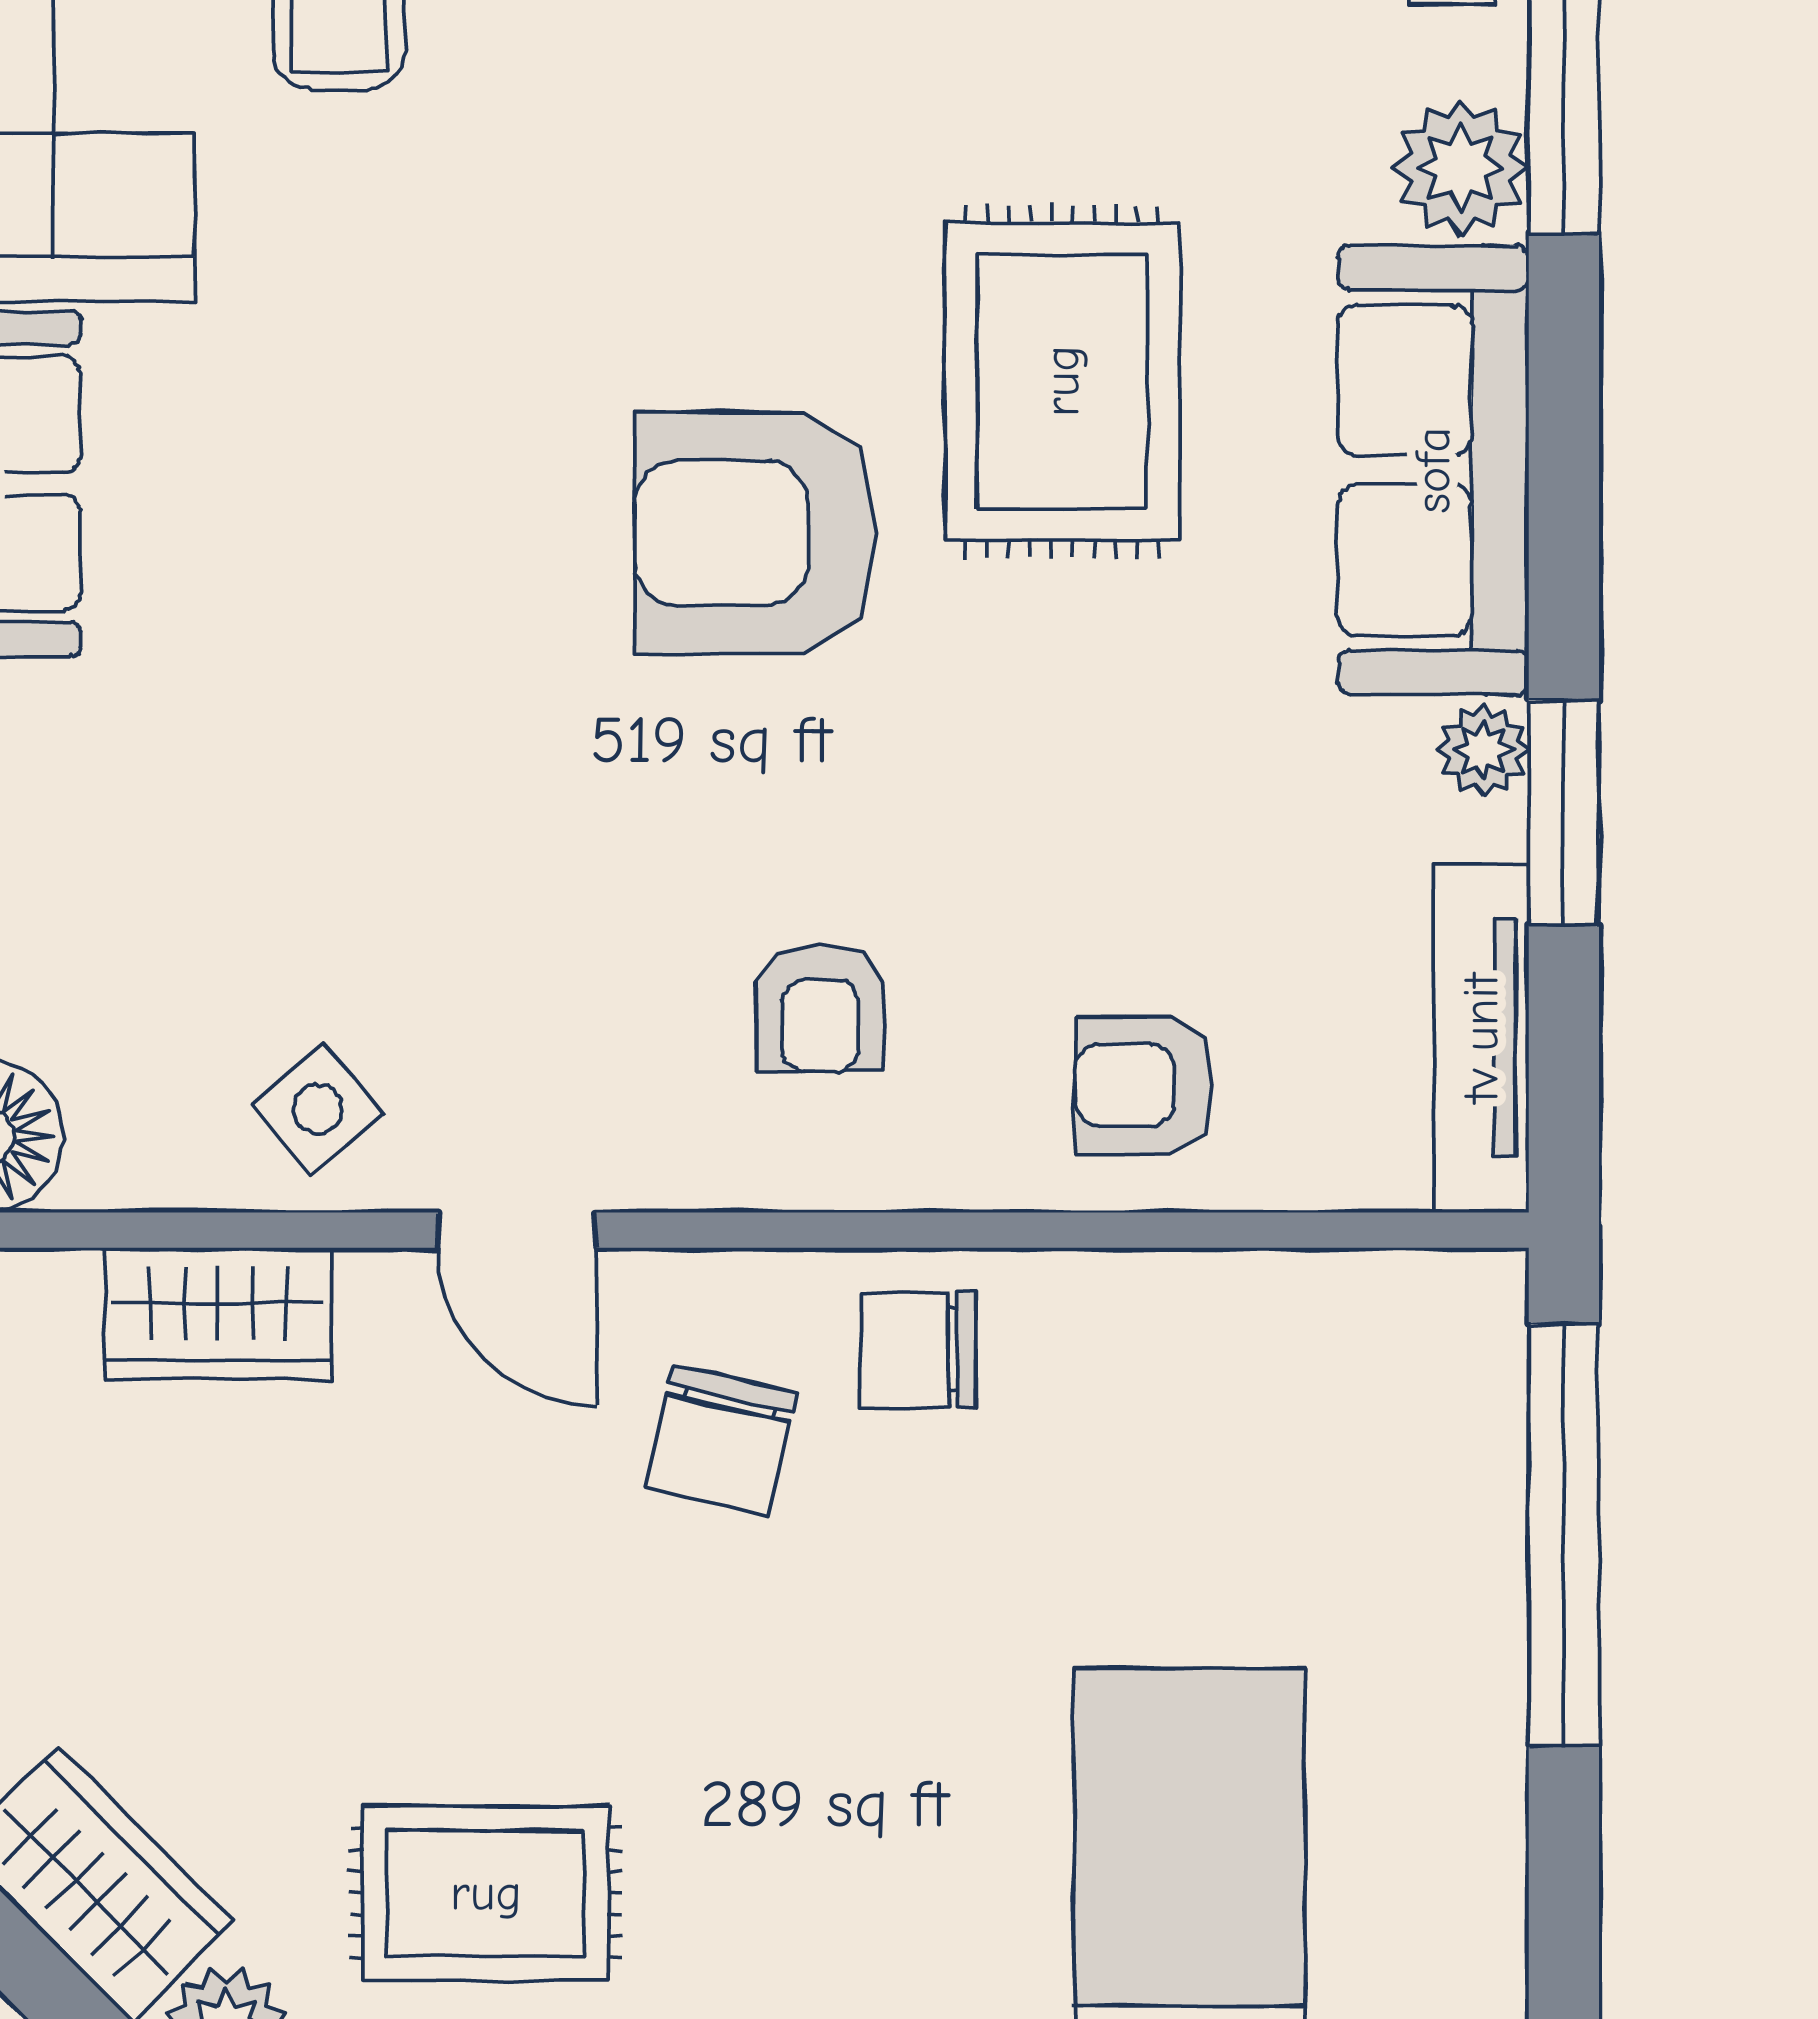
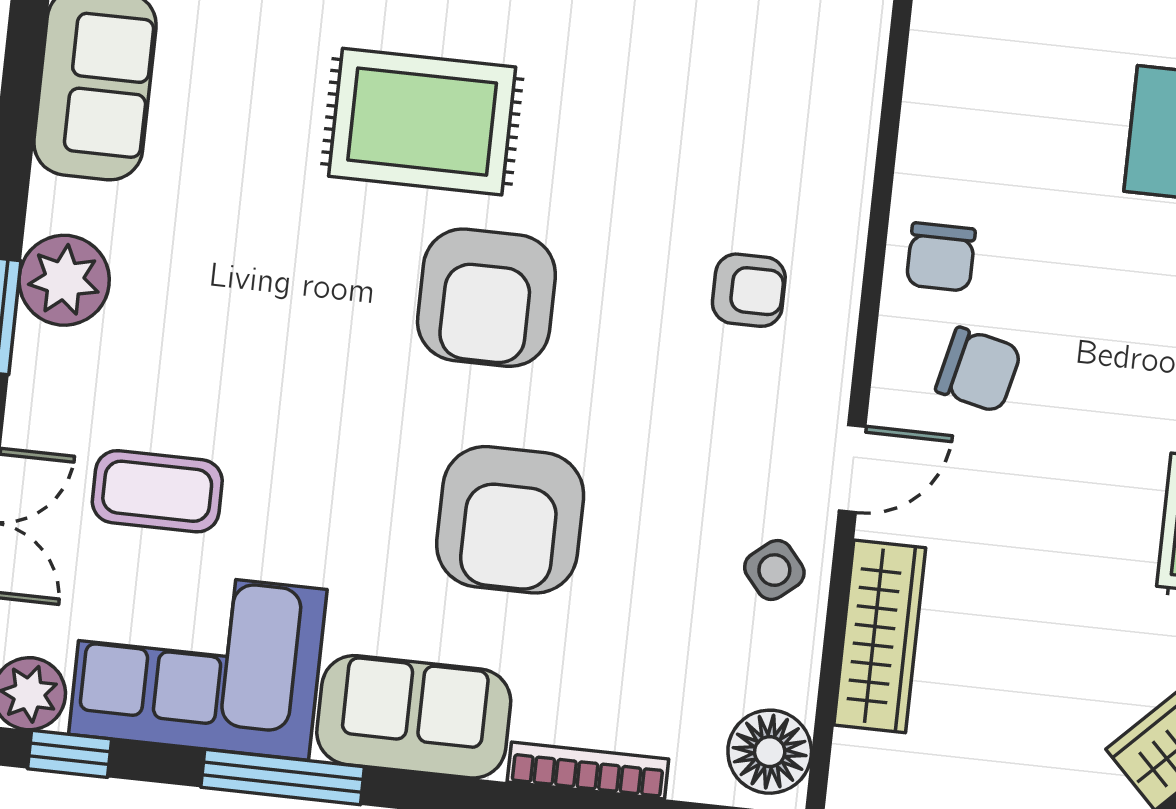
armchair: (1144, 1085) -> (510, 520), moved, width x1.88, depth x1.88
wardrobe: (218, 1313) -> (880, 636), width x1.50

